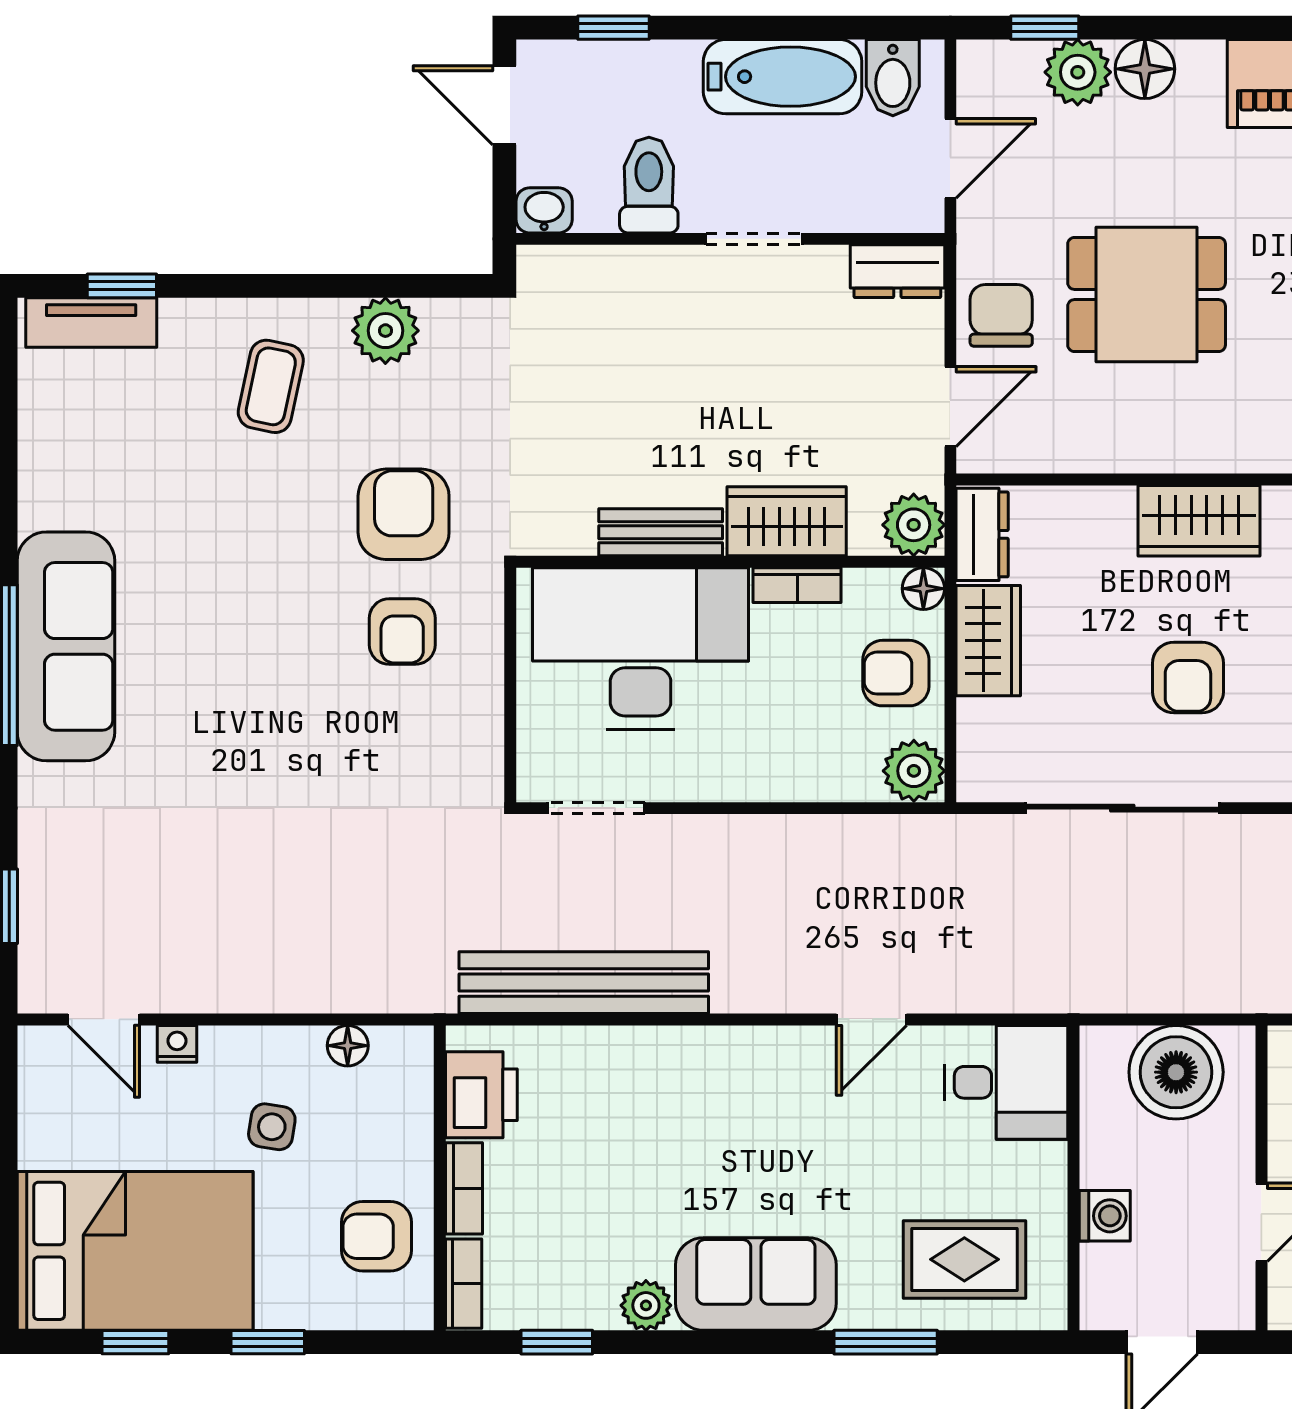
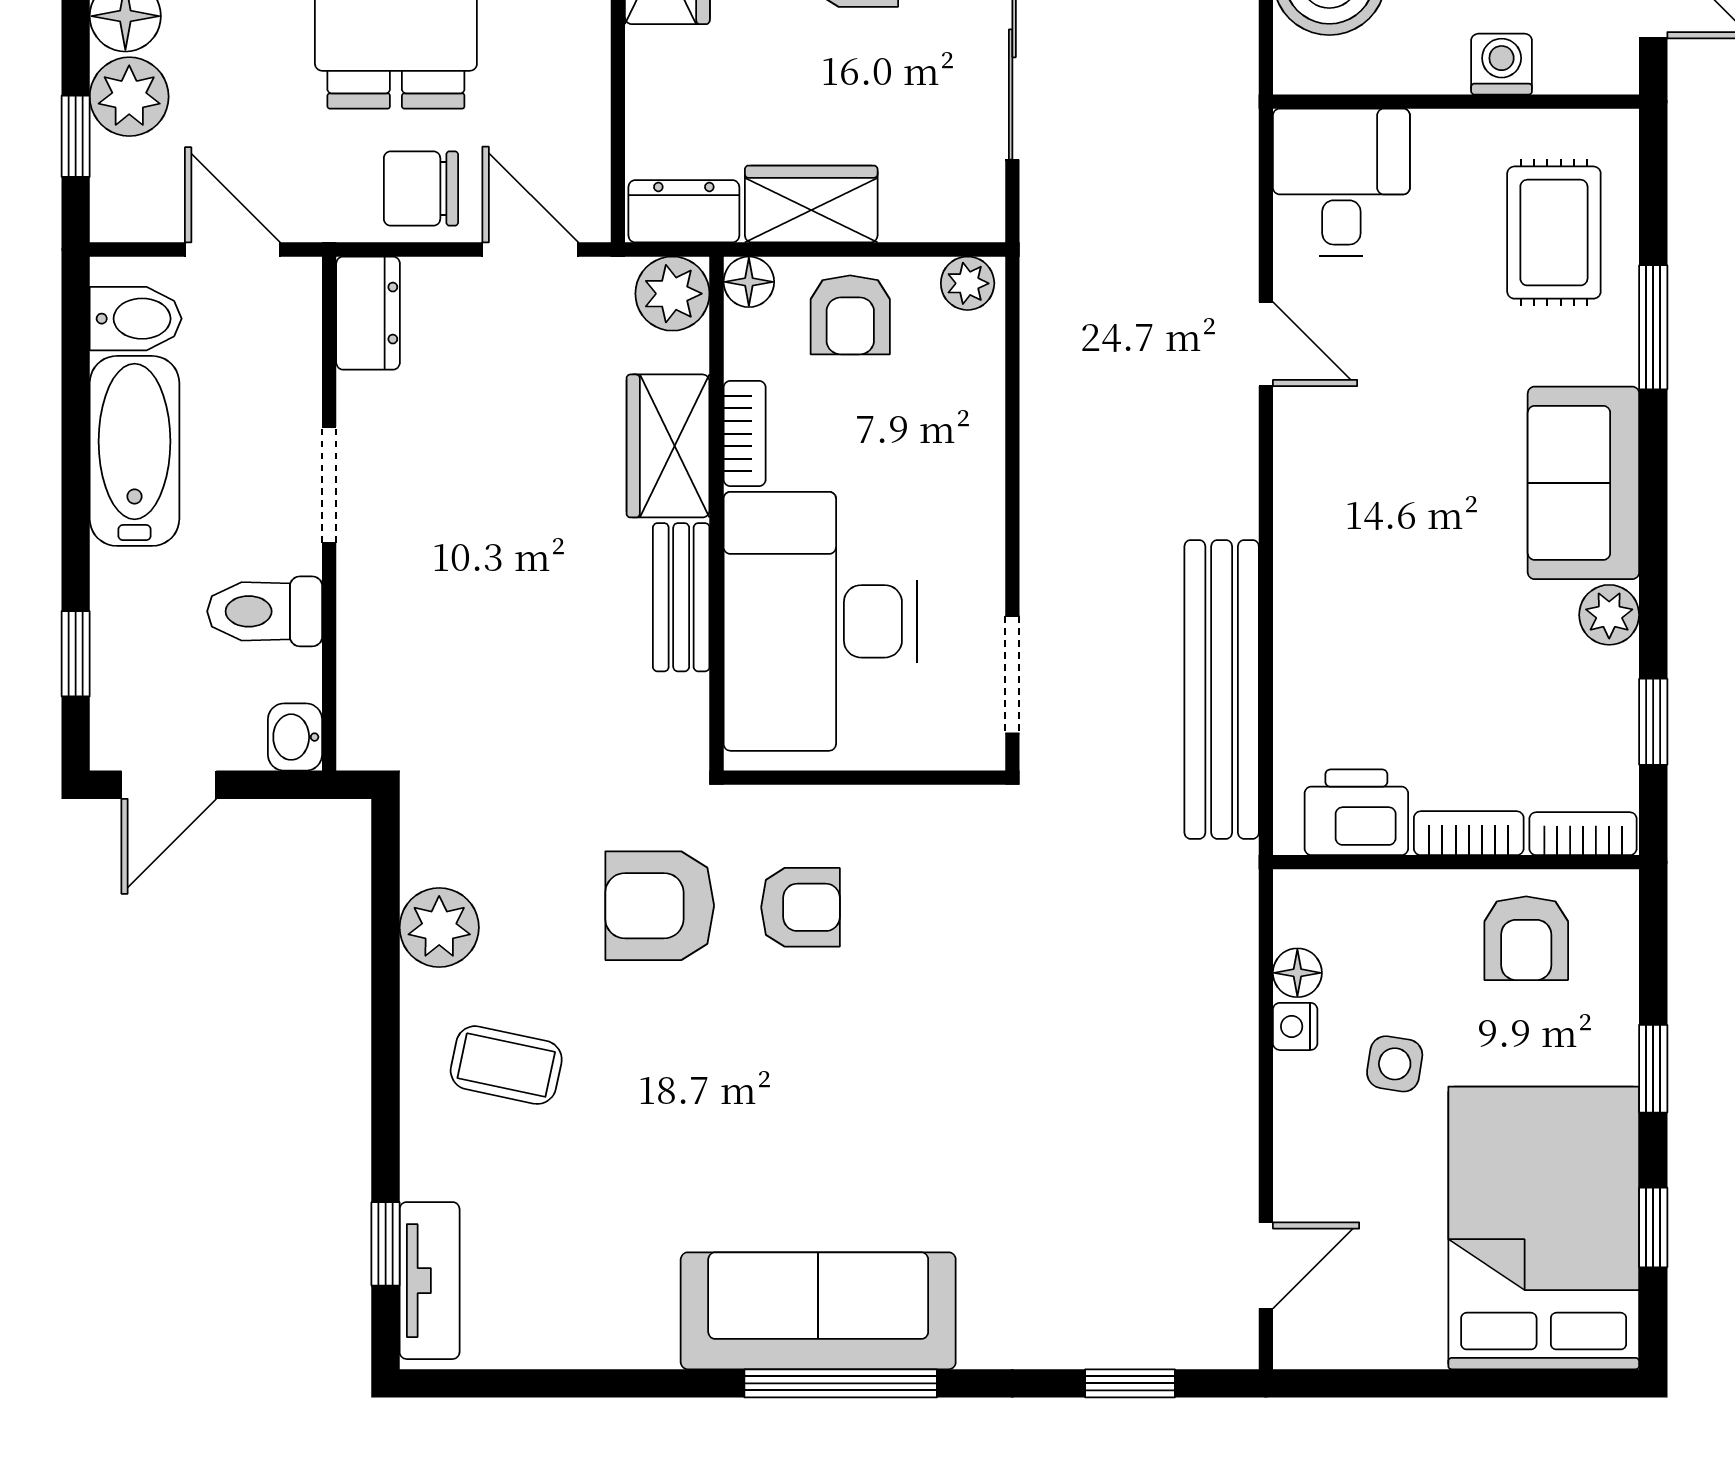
plant: (914, 771) -> (968, 283), width x0.73, depth x0.73
nightstand: (177, 1044) -> (1295, 1026), moved

